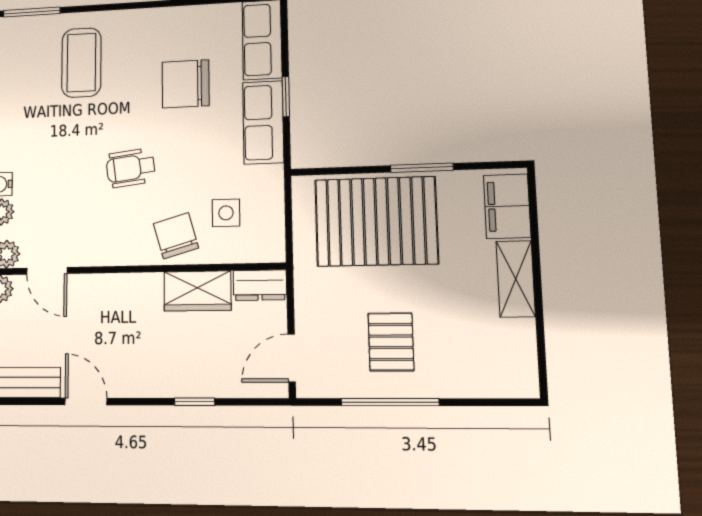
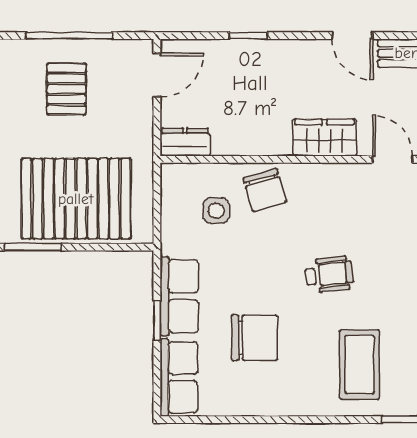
wheelchair: (131, 168) -> (329, 274), moved
wardrobe: (197, 291) -> (325, 138), moved

